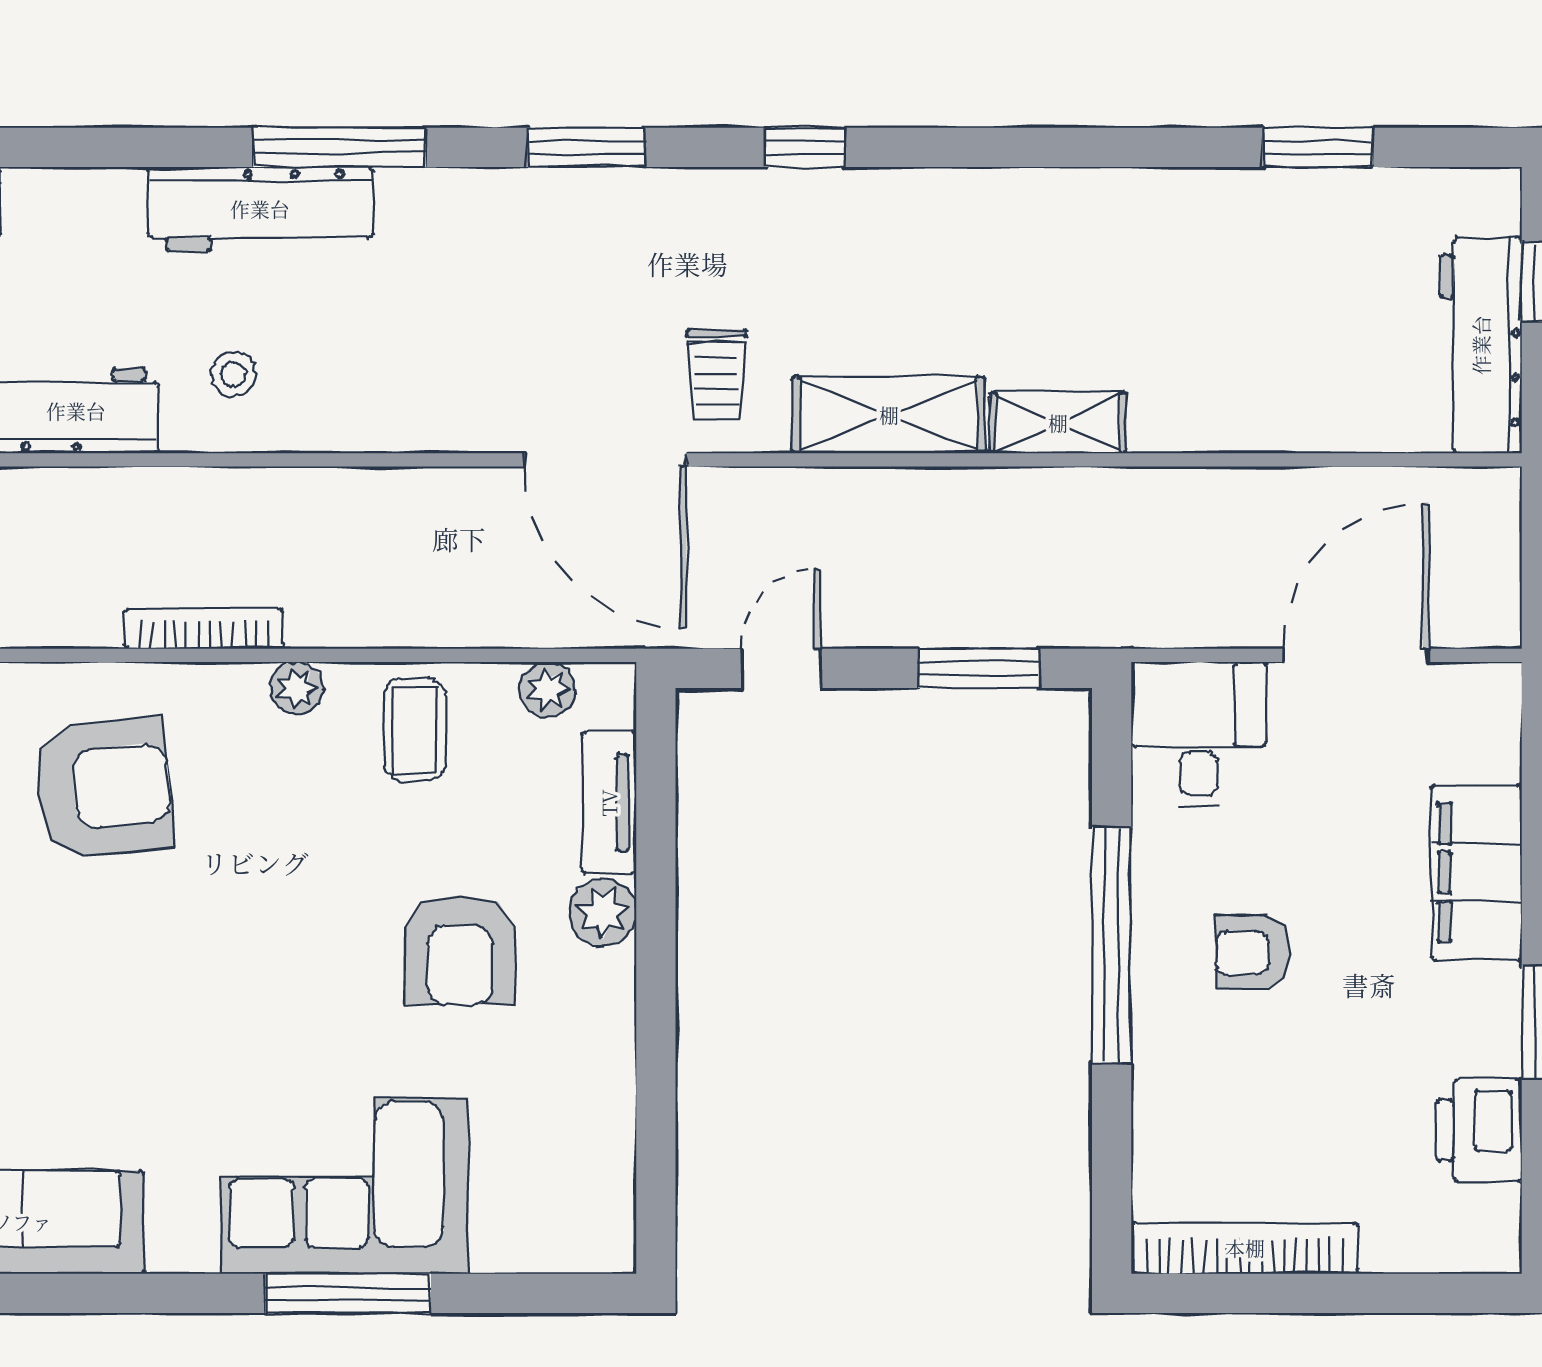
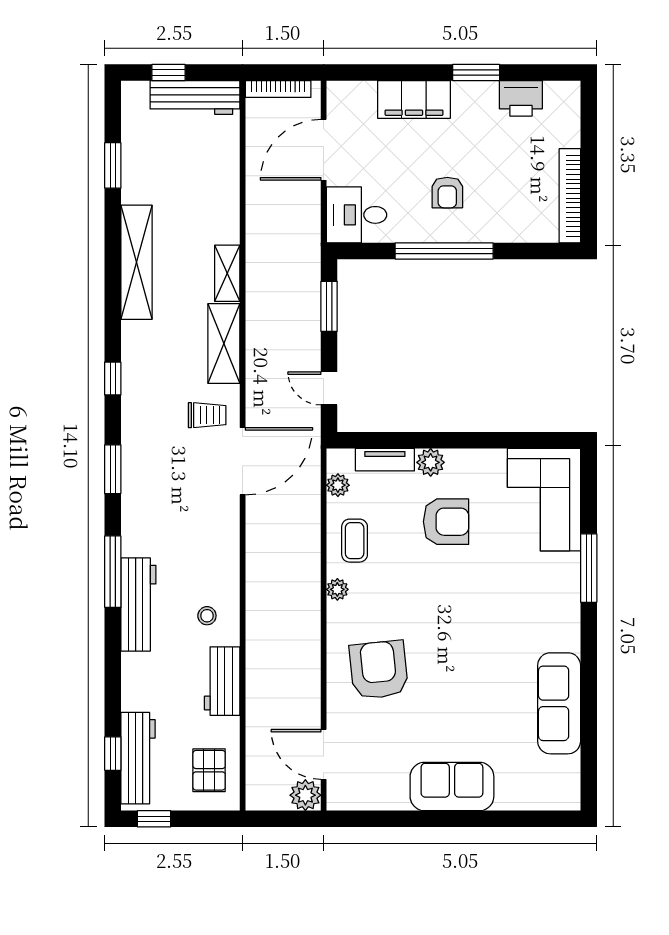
shelving: (1085, 204) -> (136, 262), added
bookcase: (203, 629) -> (278, 89), moved, turned -90
door: (1356, 655) -> (324, 150), hinge flipped
coffee table: (414, 730) -> (355, 541), turned 90
corner sofa: (345, 1186) -> (544, 500), moved

